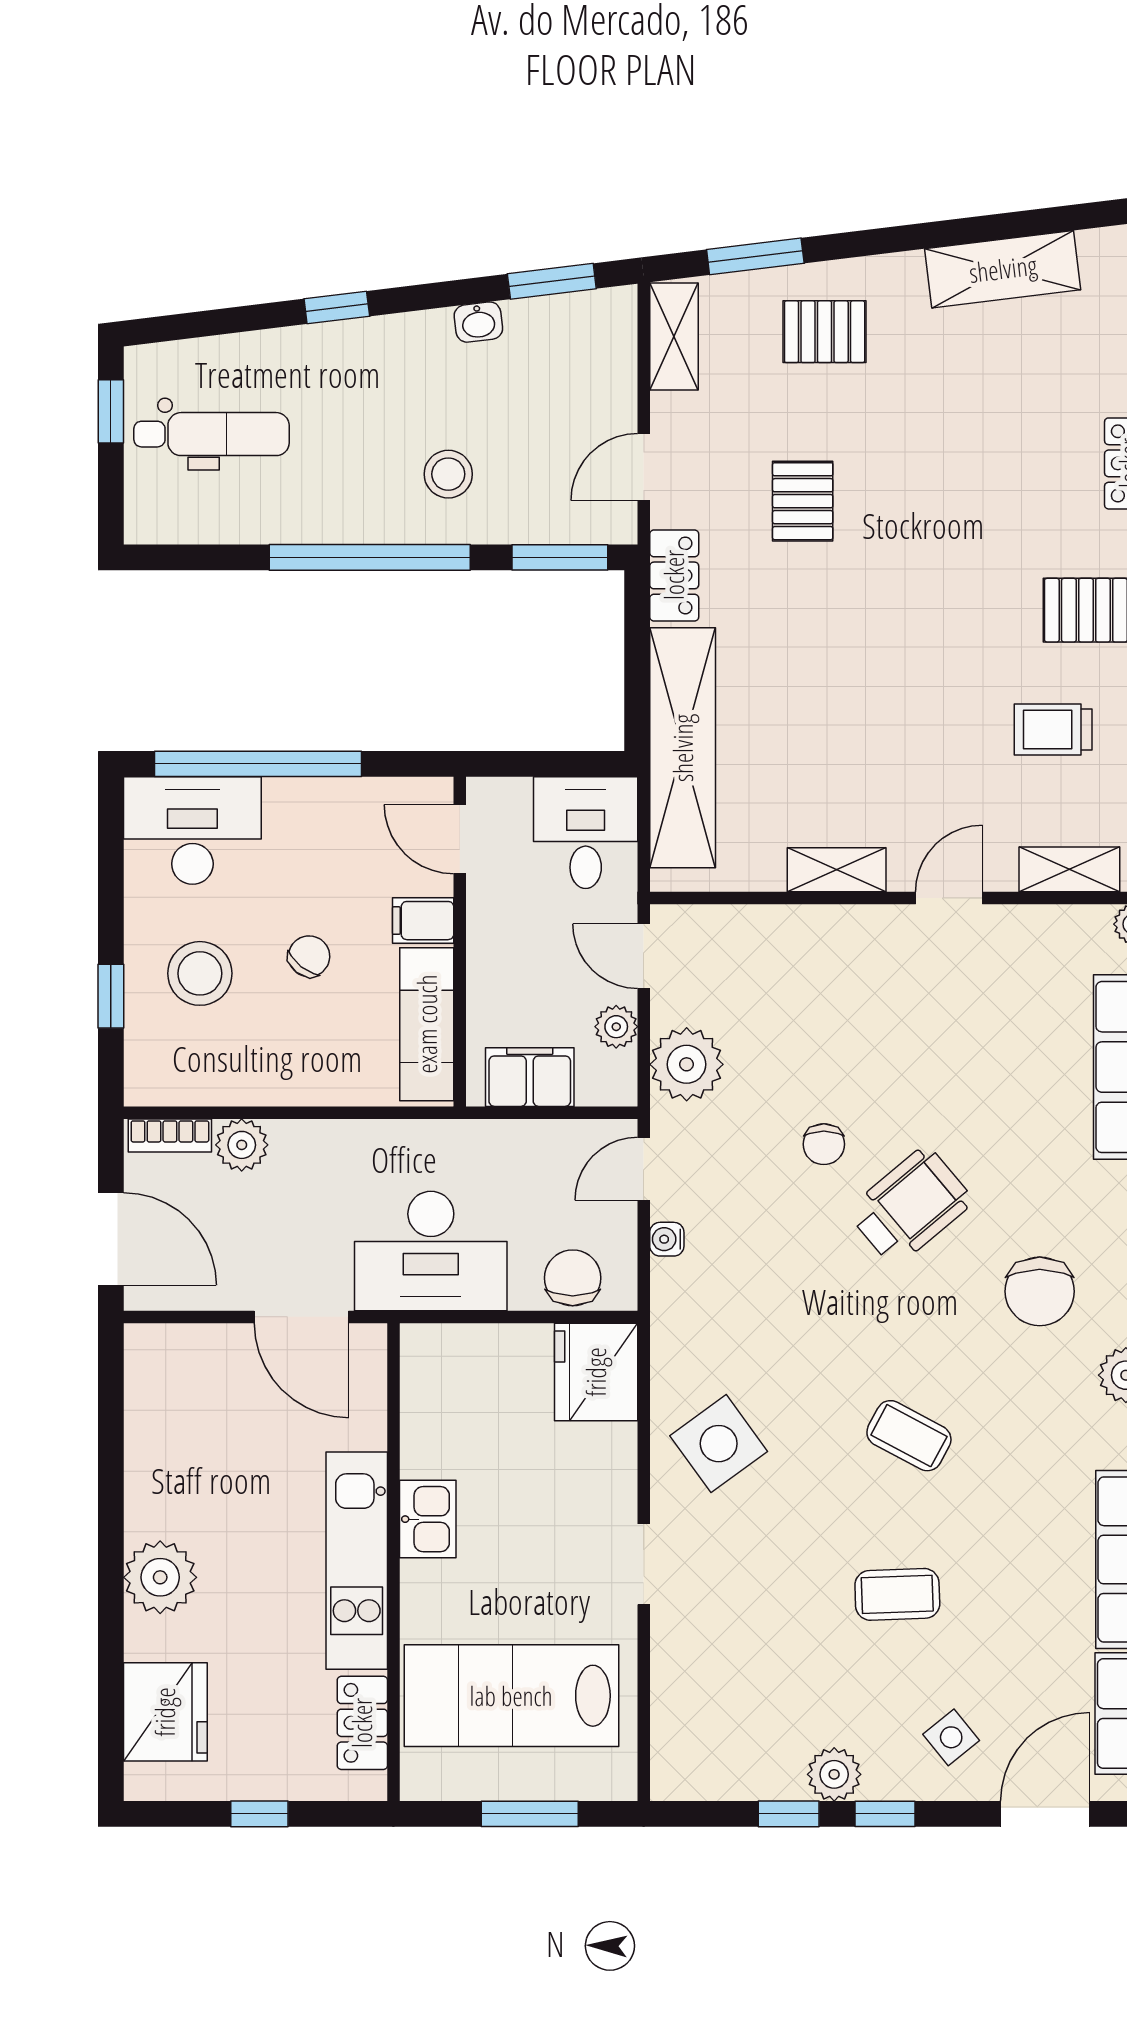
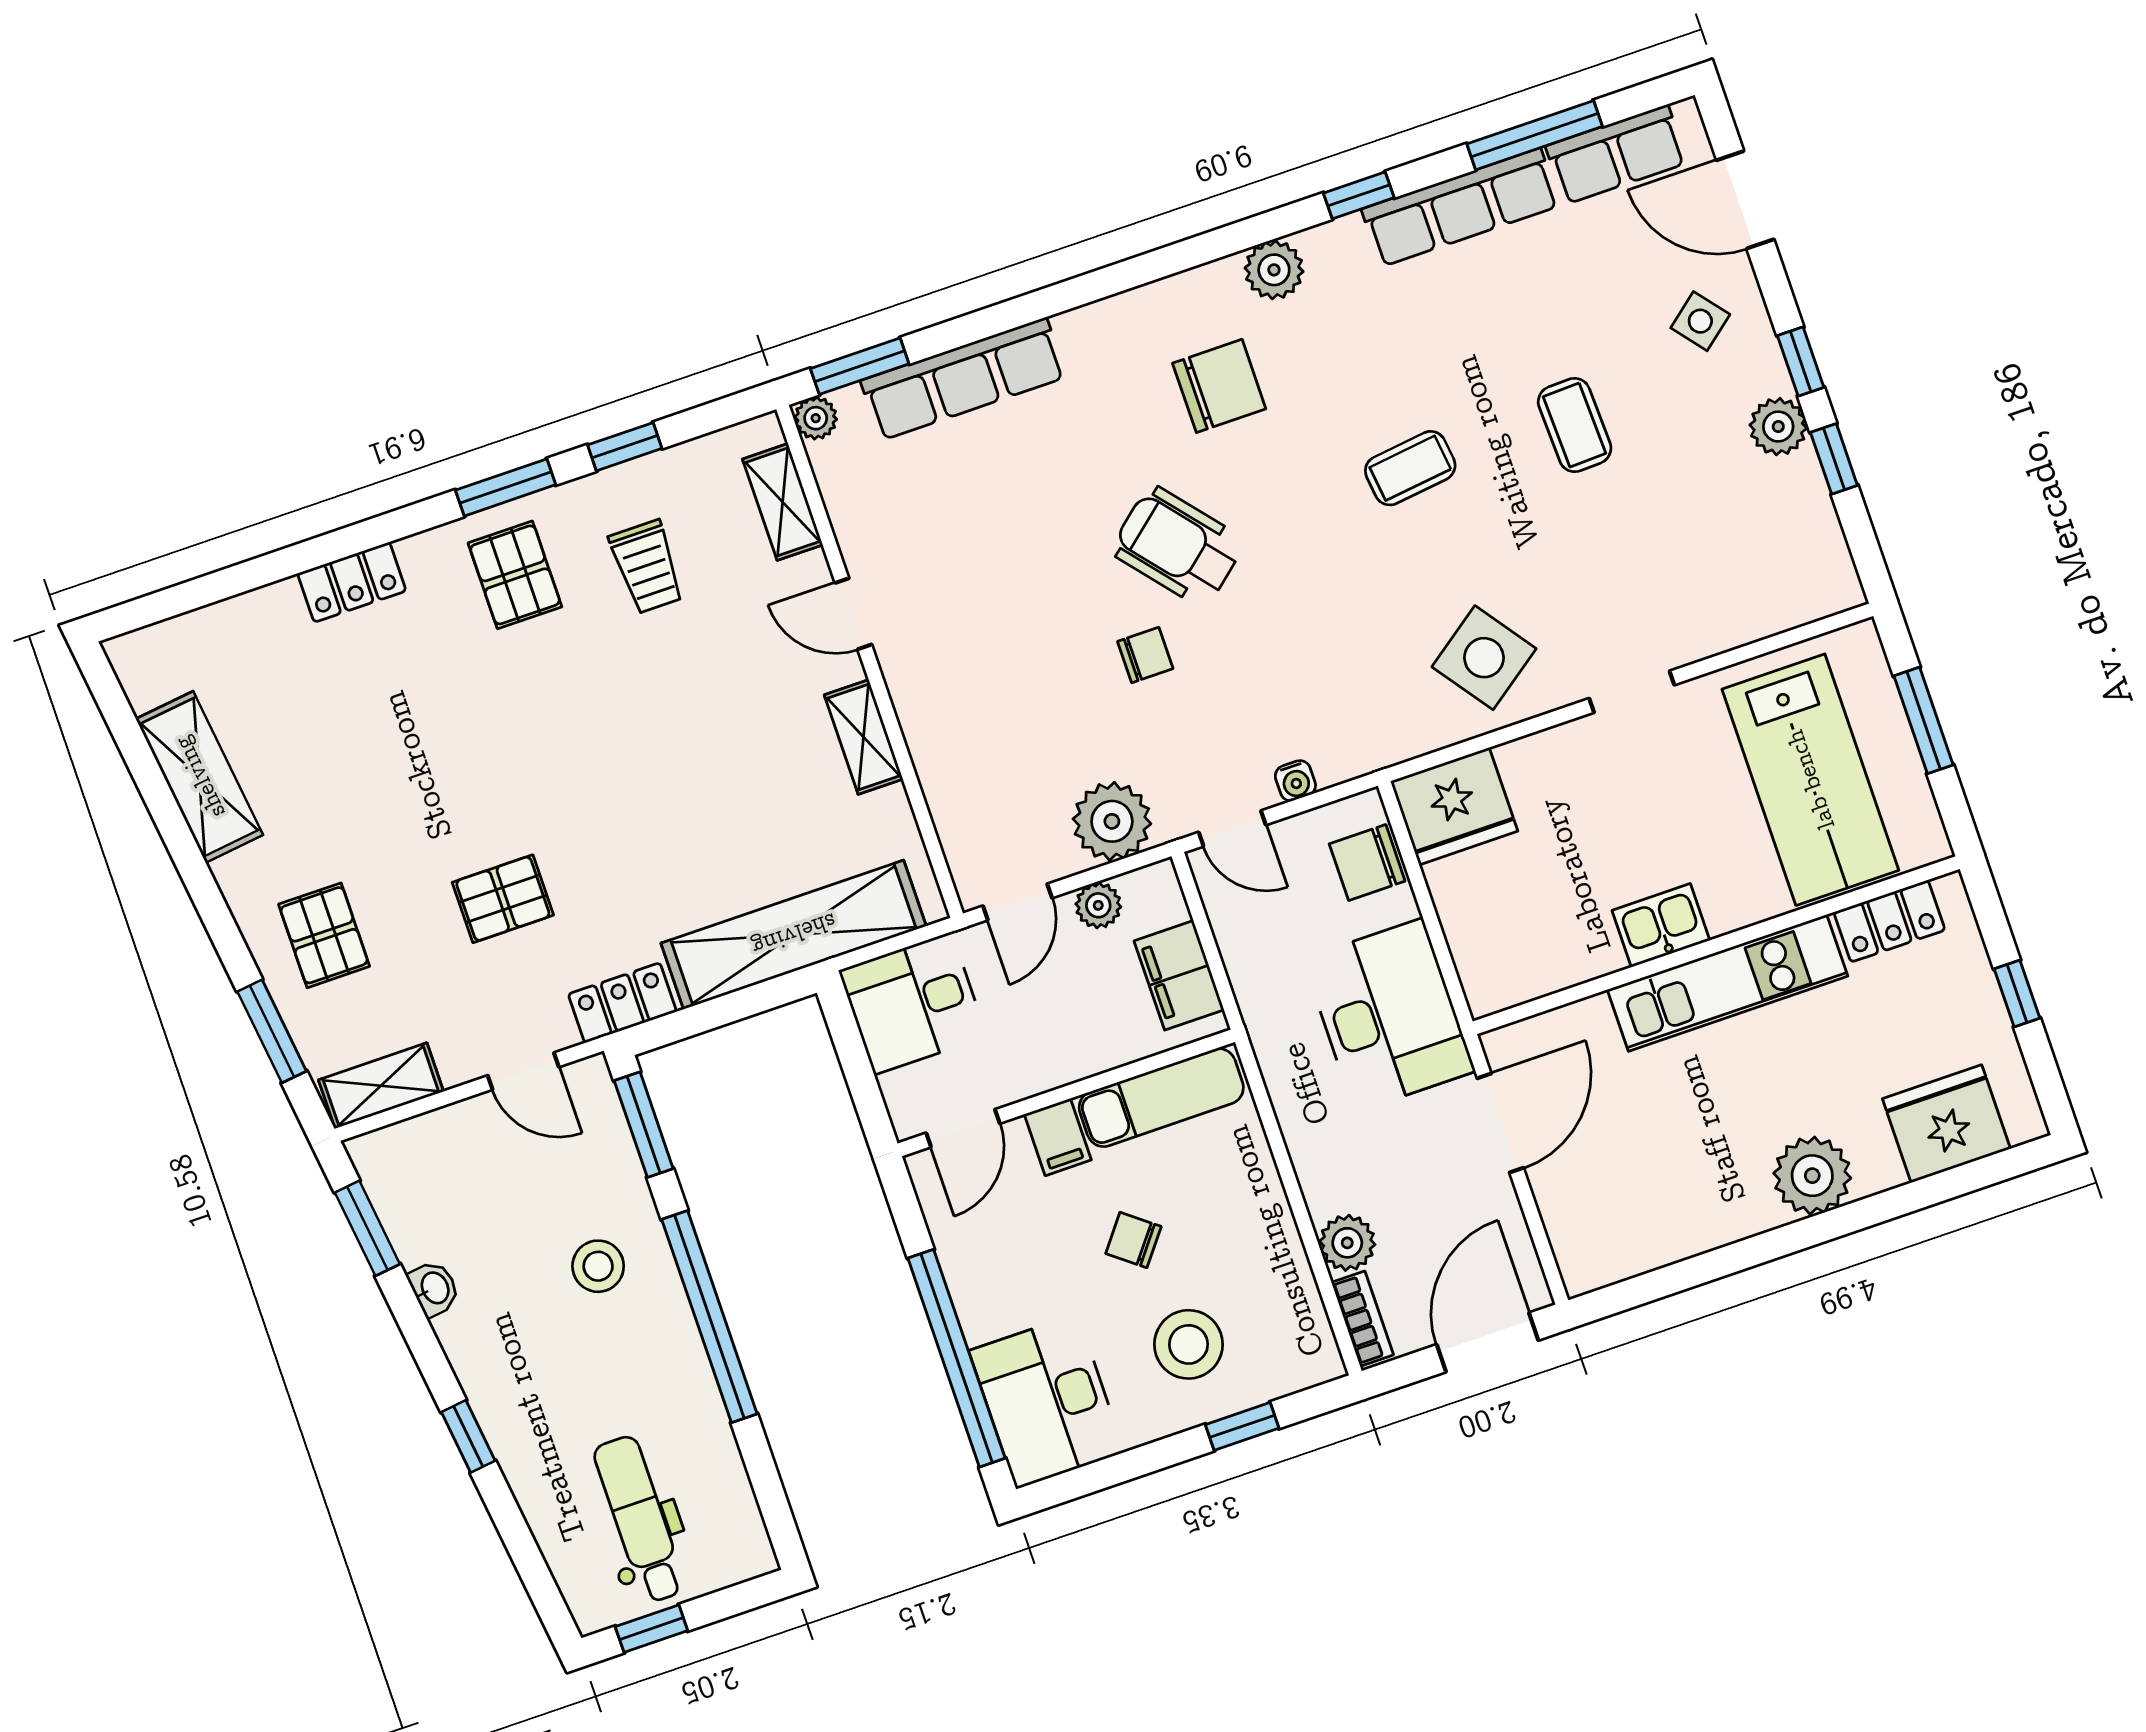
coffee table: (909, 1436) -> (1410, 468), turned 55

